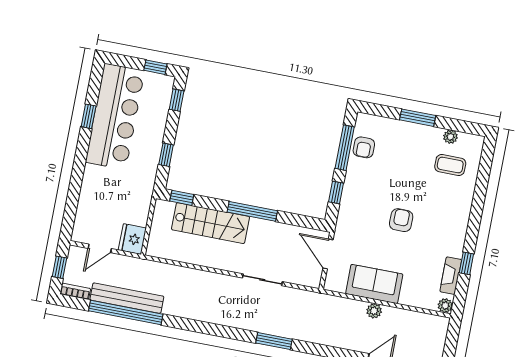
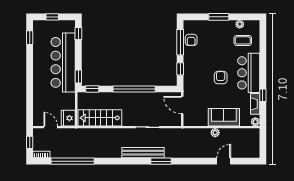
window: (155, 67) -> (52, 17), moved
window: (89, 116) -> (30, 38), moved
bar counter: (115, 116) -> (63, 62), moved, turned 180
window: (166, 155) -> (78, 76), moved
window: (252, 211) -> (134, 89), width x1.46
bar counter: (450, 221) -> (249, 73), added
stairs: (210, 223) -> (100, 118), moved, turned 180
door: (100, 248) -> (51, 127), swing flipped
sofa: (374, 284) -> (224, 117), moved
bench: (127, 298) -> (143, 153), moved

